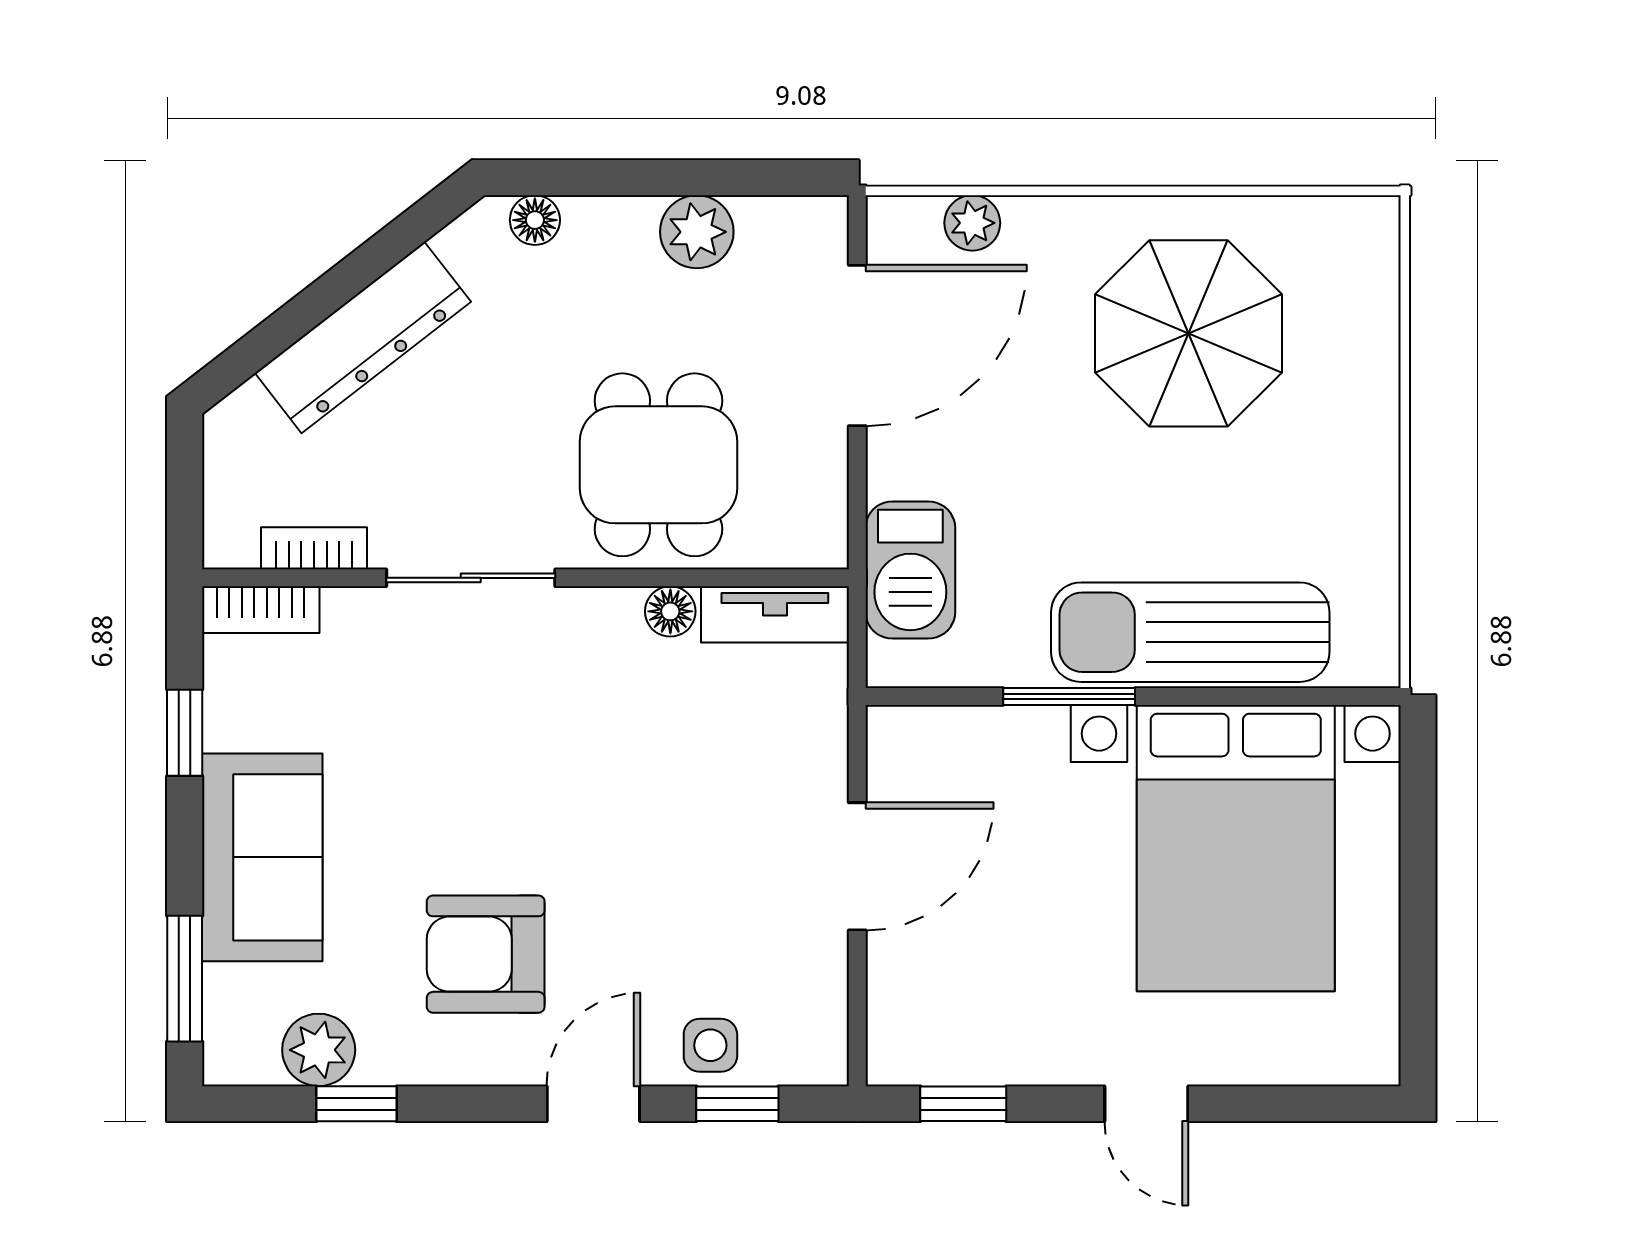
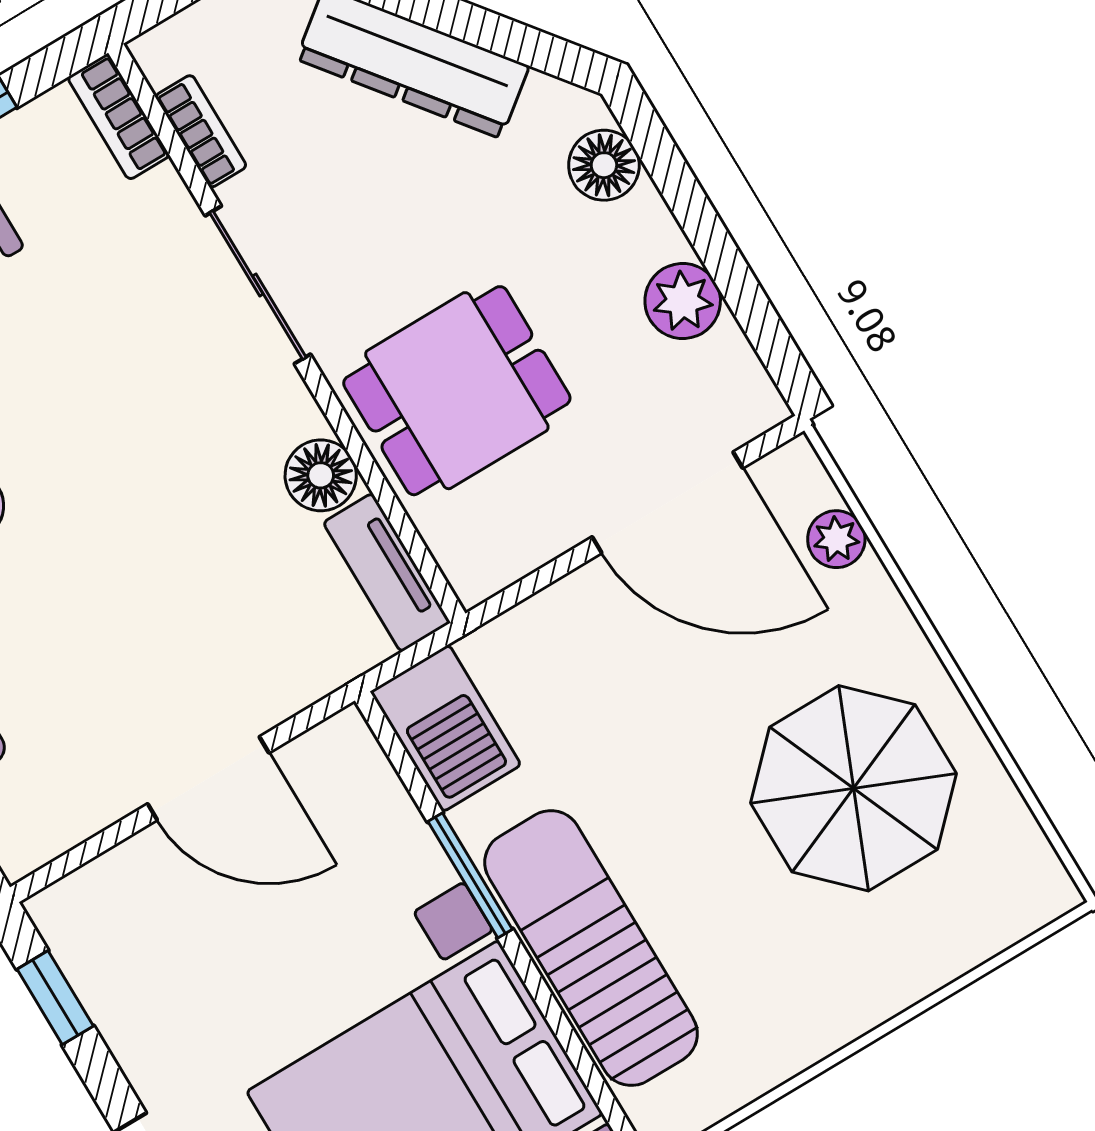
floor lamp: (535, 220) -> (604, 165), width x1.37, depth x1.37
barbecue: (910, 570) -> (446, 728), moved, turned -90
floor lamp: (670, 611) -> (321, 475), width x1.37, depth x1.37

